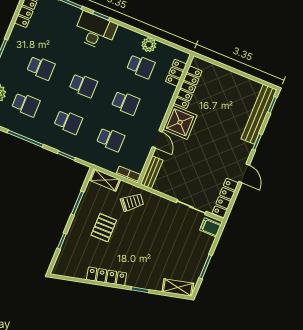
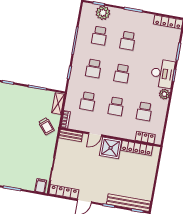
plant: (149, 45) -> (164, 94), moved
pallet: (104, 228) -> (24, 110), removed

